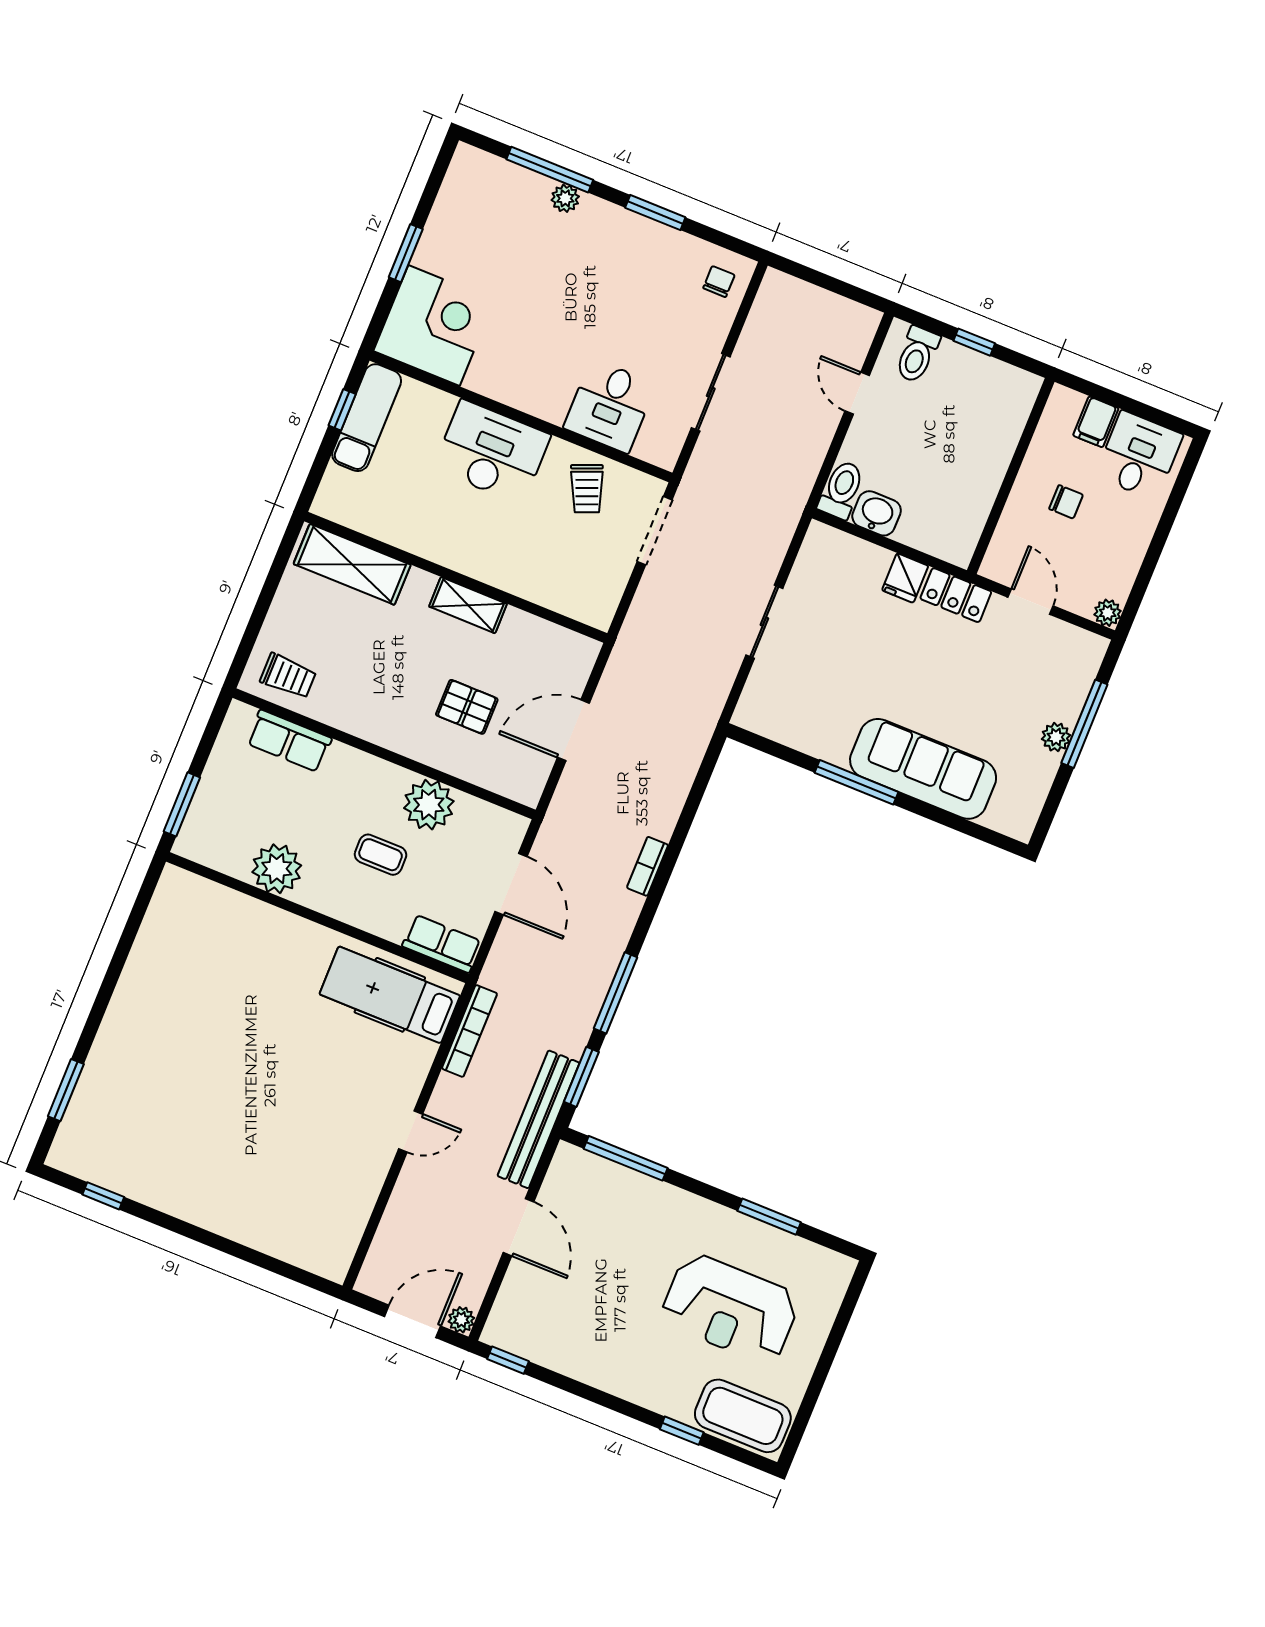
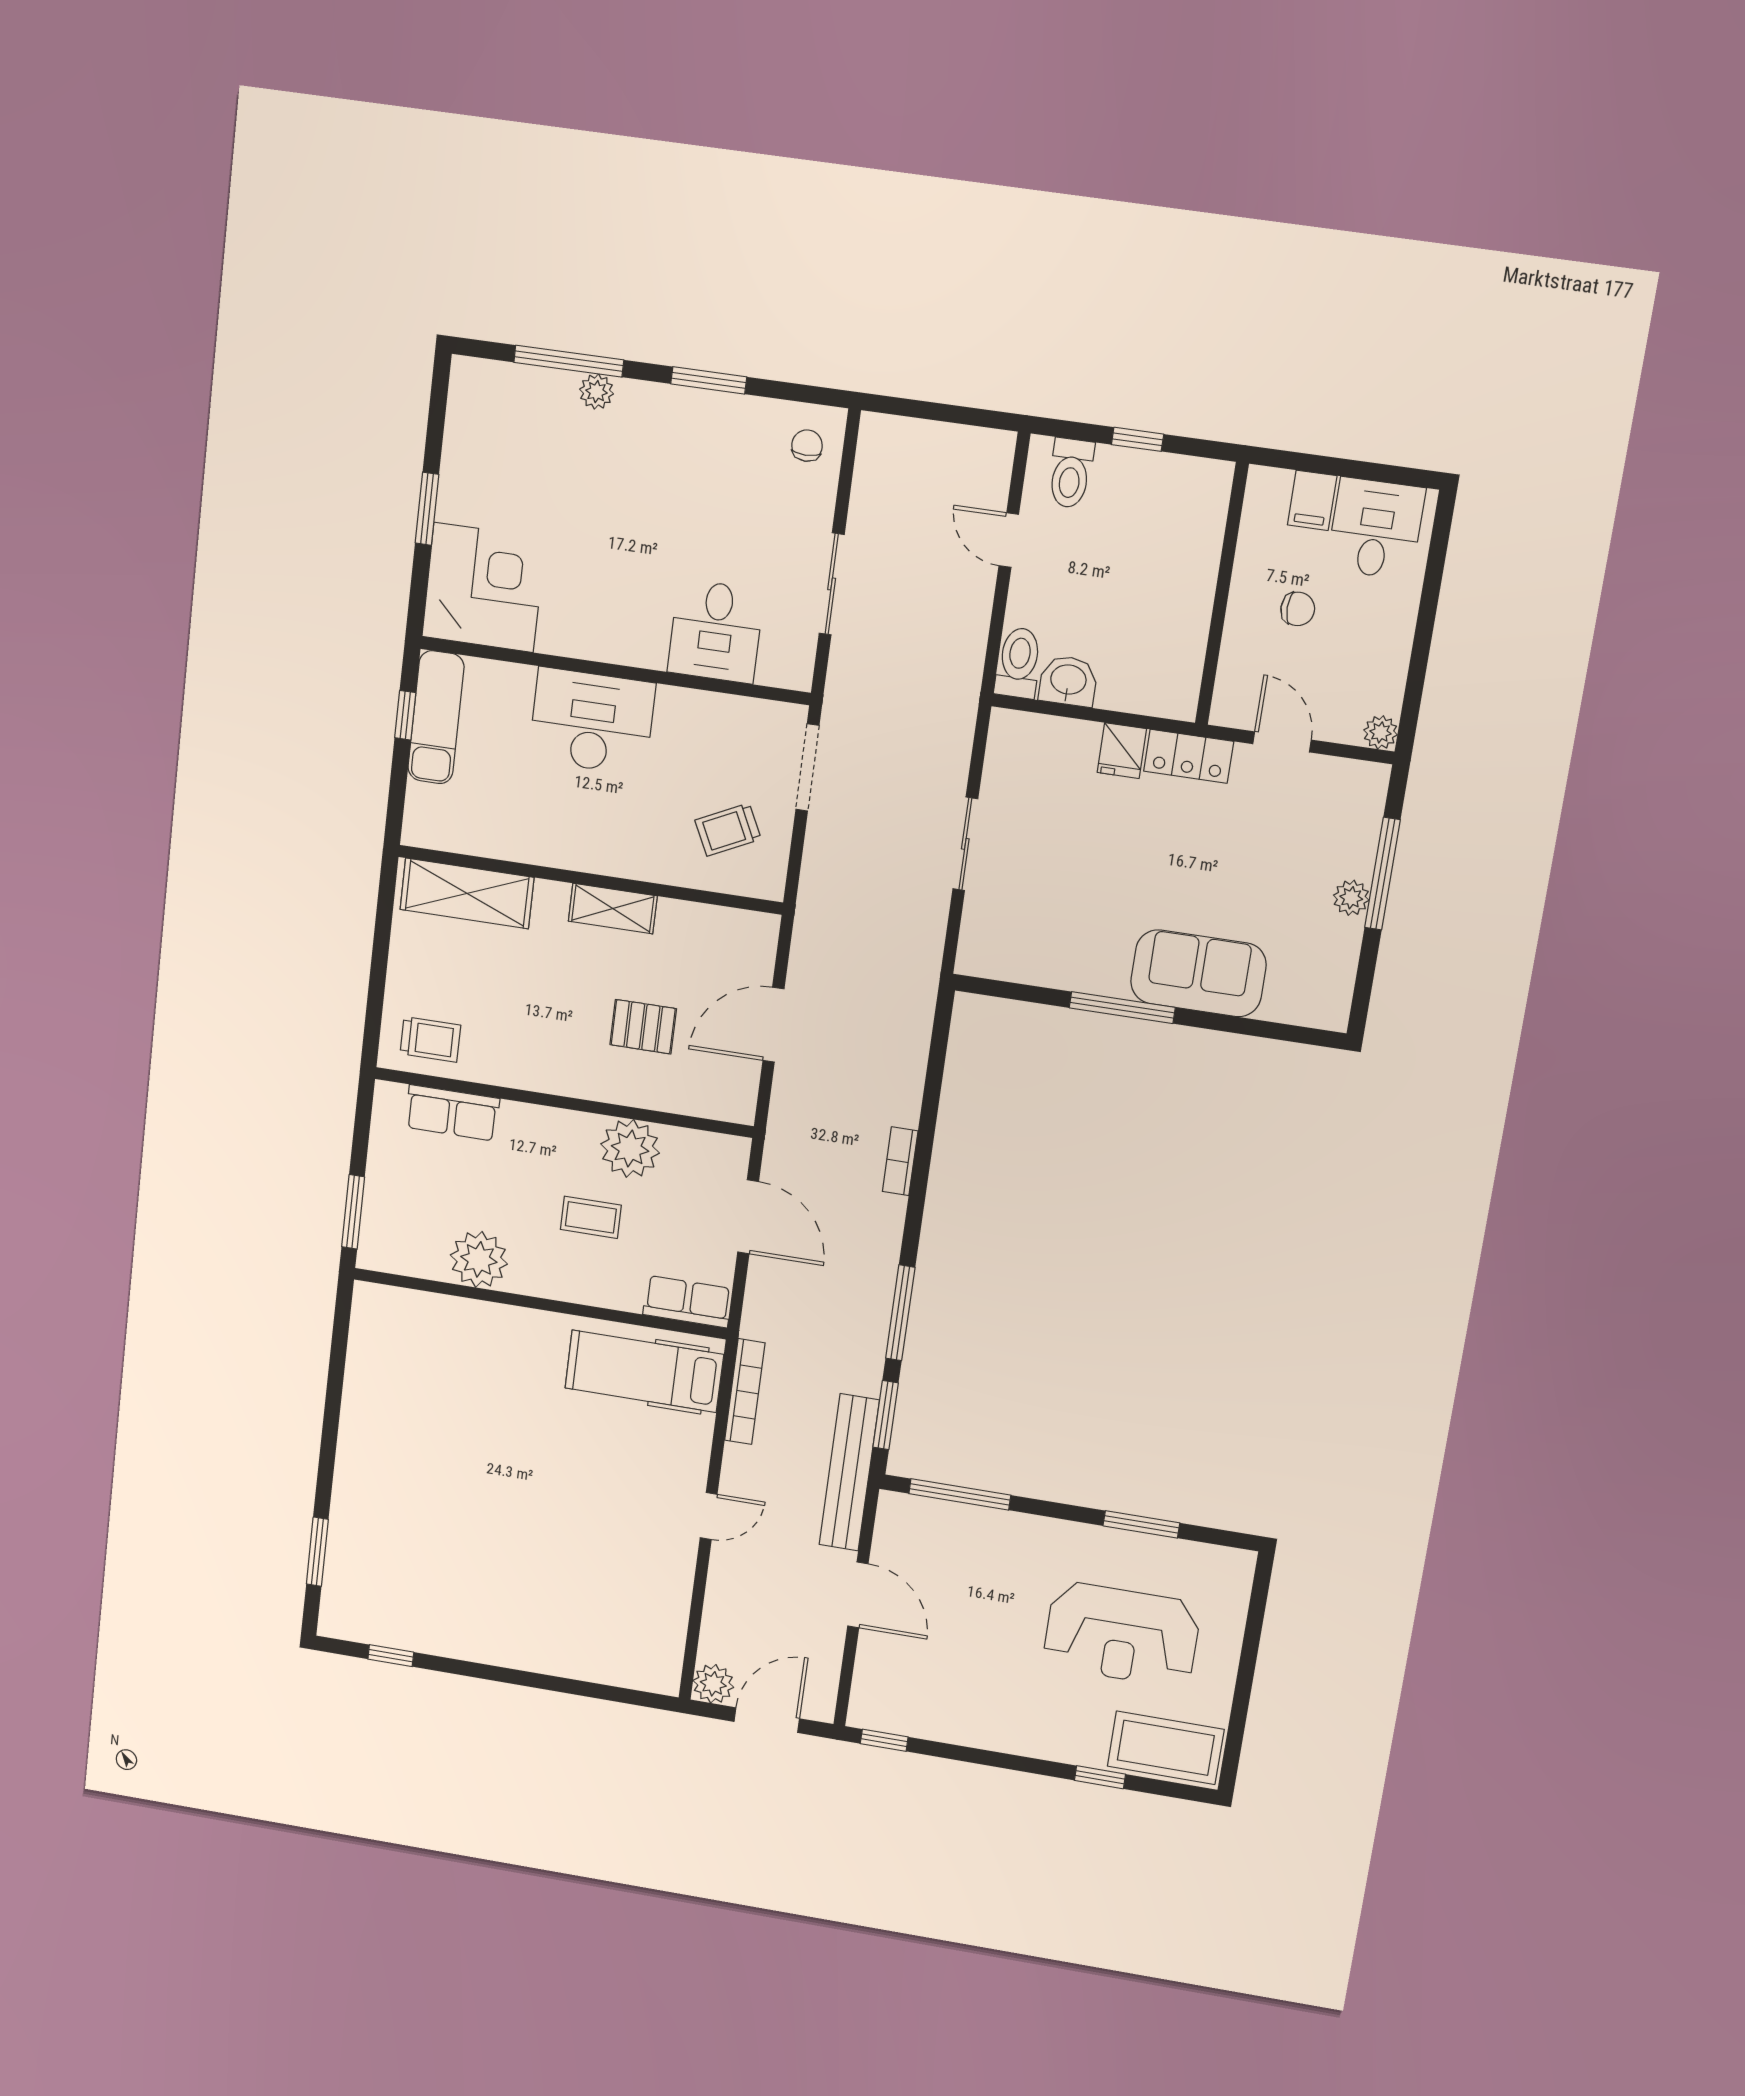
trolley: (587, 489) -> (728, 830), moved, turned 86
sofa: (923, 769) -> (1198, 973), width x0.73
plant: (461, 1320) -> (713, 1684), moved, width x1.38, depth x1.38

